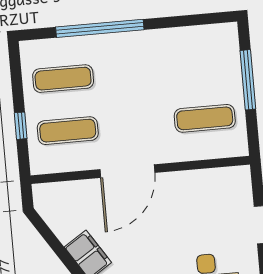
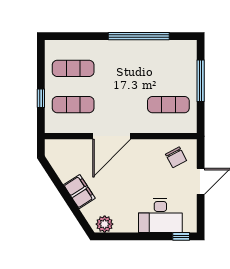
window: (100, 28) -> (139, 36), moved
chair: (222, 193) -> (176, 157), added

